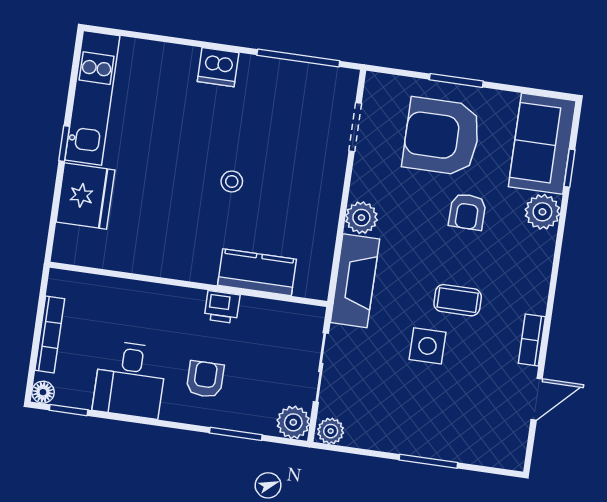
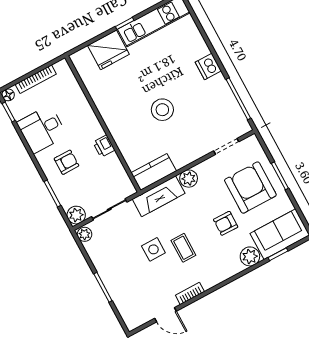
stool: (232, 181) -> (162, 110), width x1.89, depth x1.89
kitchen counter: (257, 272) -> (154, 172), moved, turned -90

